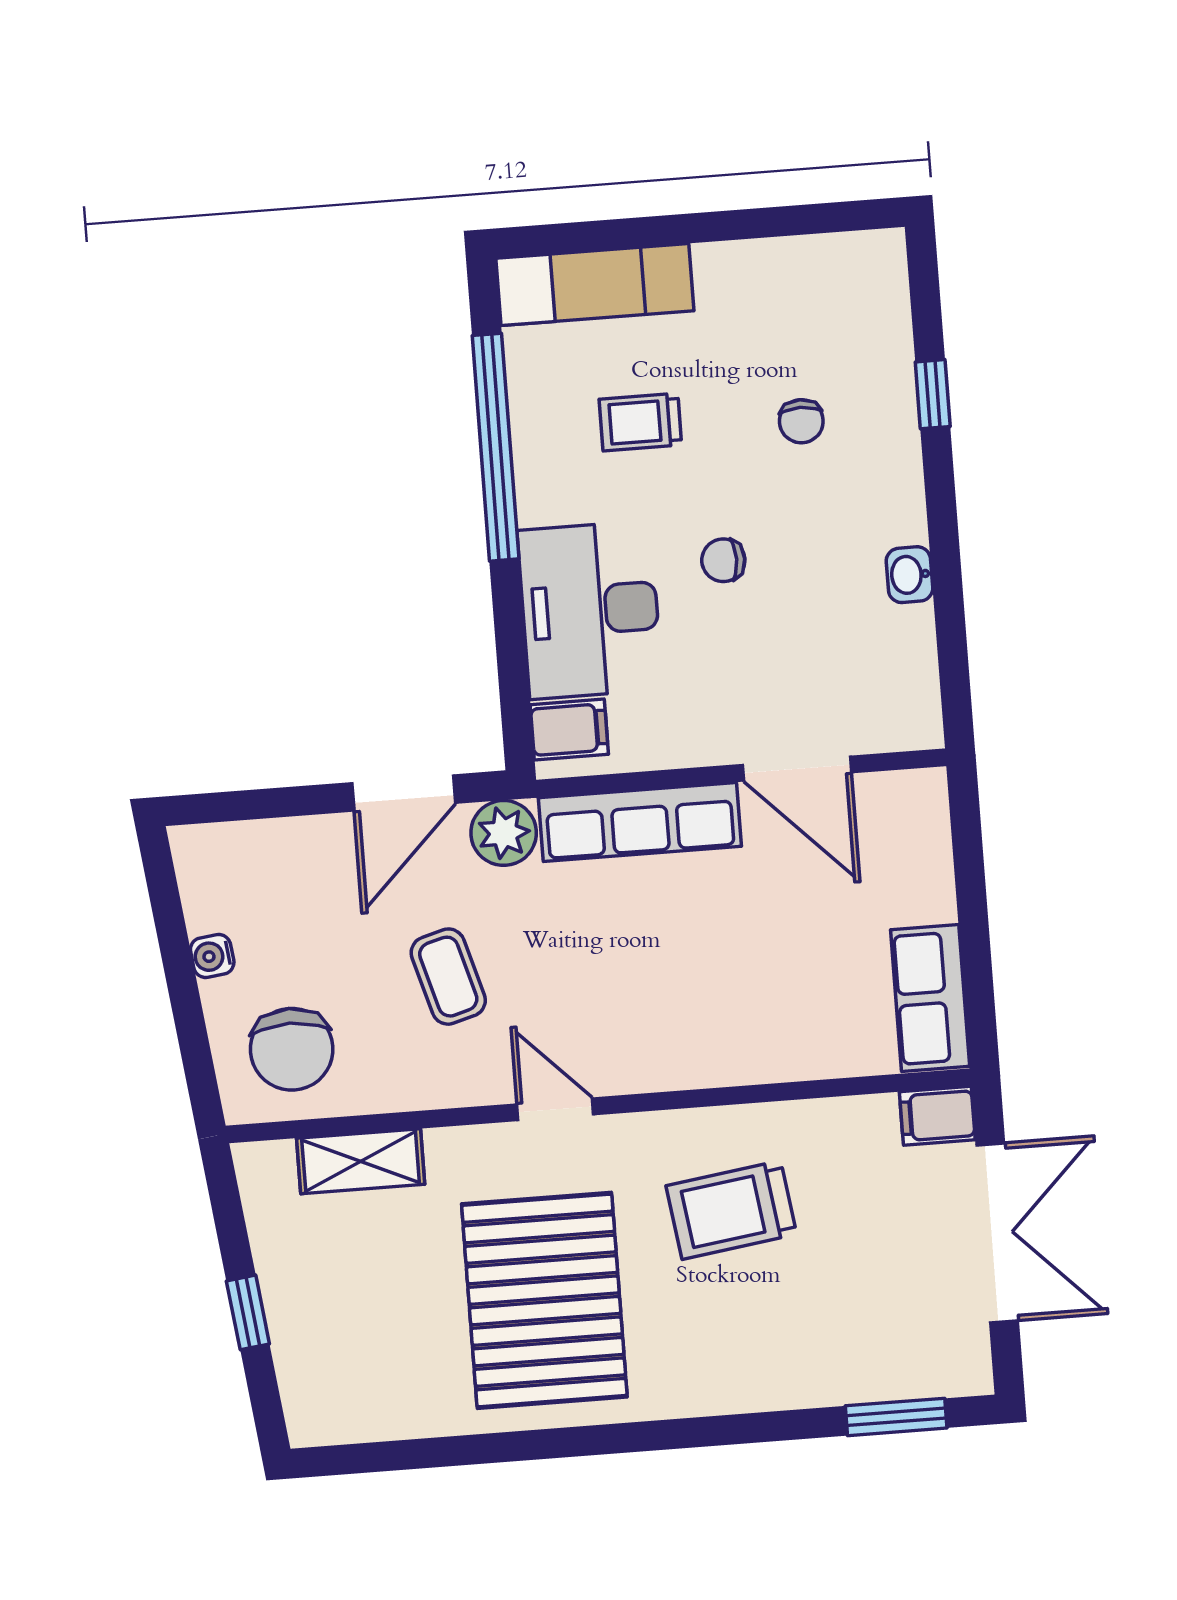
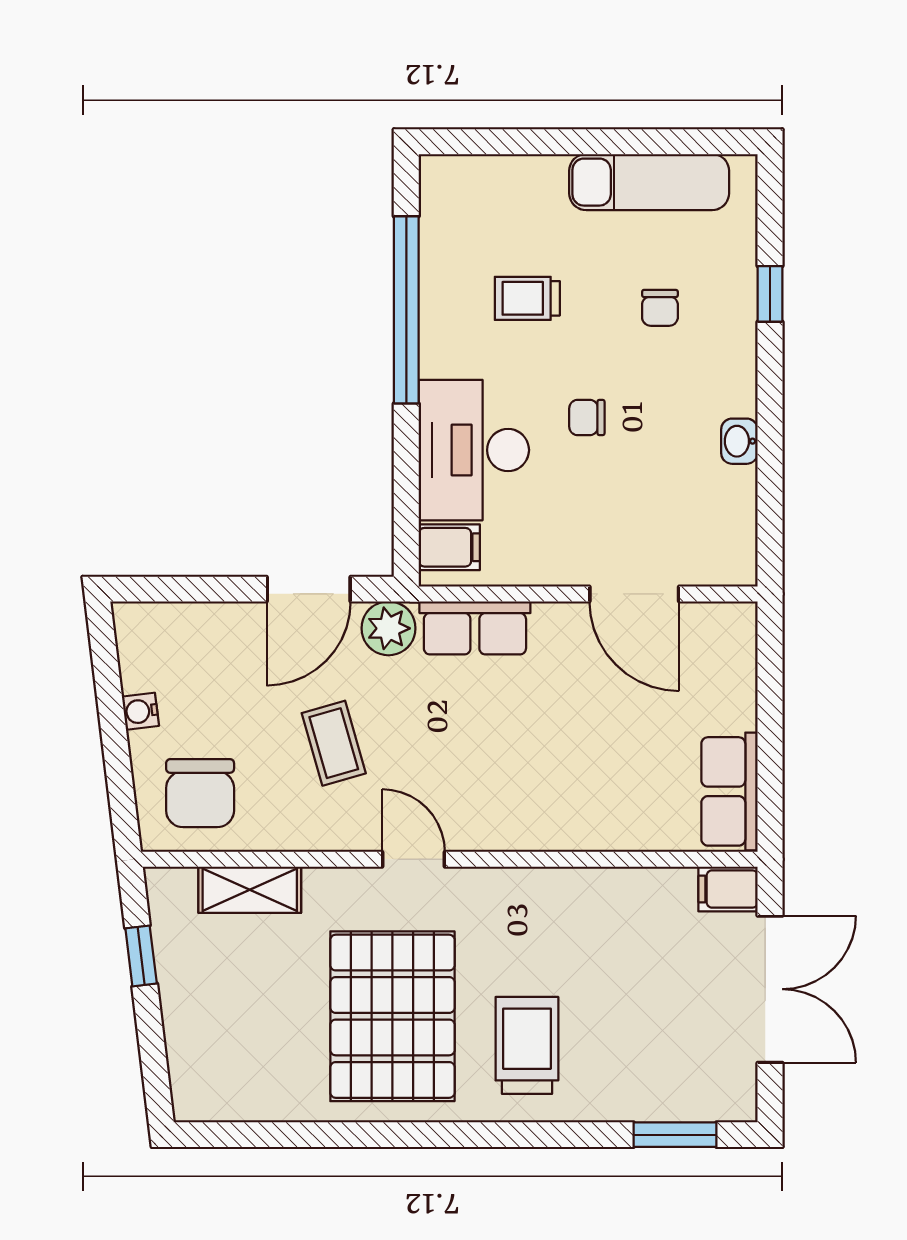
exam couch: (595, 285) -> (649, 182), moved
row of seats: (640, 822) -> (475, 628), width x0.68
trolley: (731, 1210) -> (527, 1045), moved, turned 98
window: (248, 1312) -> (141, 956), moved

